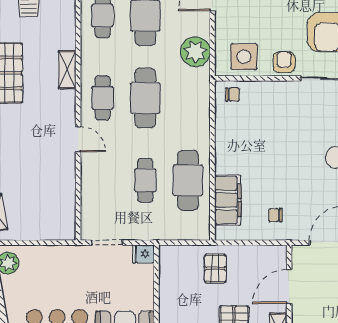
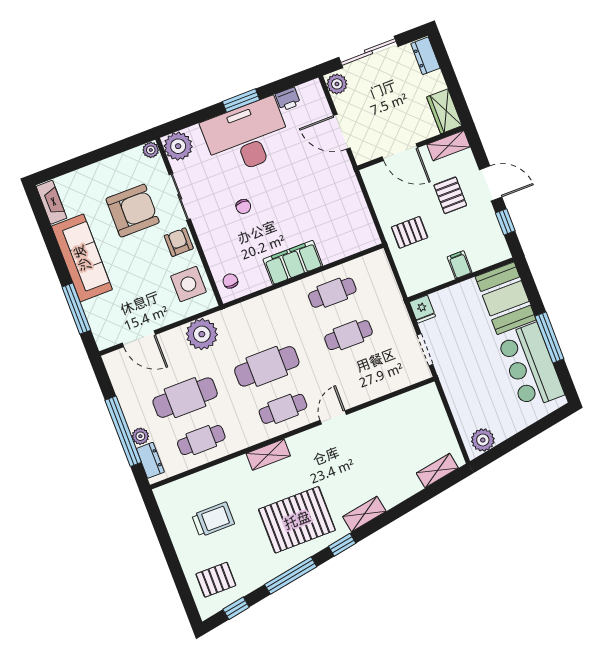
armchair: (284, 62) -> (179, 242), turned 90
cafe table: (188, 180) -> (332, 293), width x0.73, depth x0.74
filing cabinet: (228, 200) -> (293, 263), moved
chair: (275, 215) -> (243, 206), moved
filing cabinet: (170, 302) -> (460, 265), added

